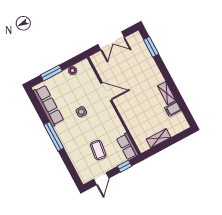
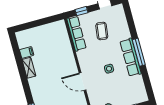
row of seats: (49, 106) -> (131, 57), moved
shelving: (158, 138) -> (45, 29), removed
row of seats: (127, 146) -> (76, 34), width x1.48

